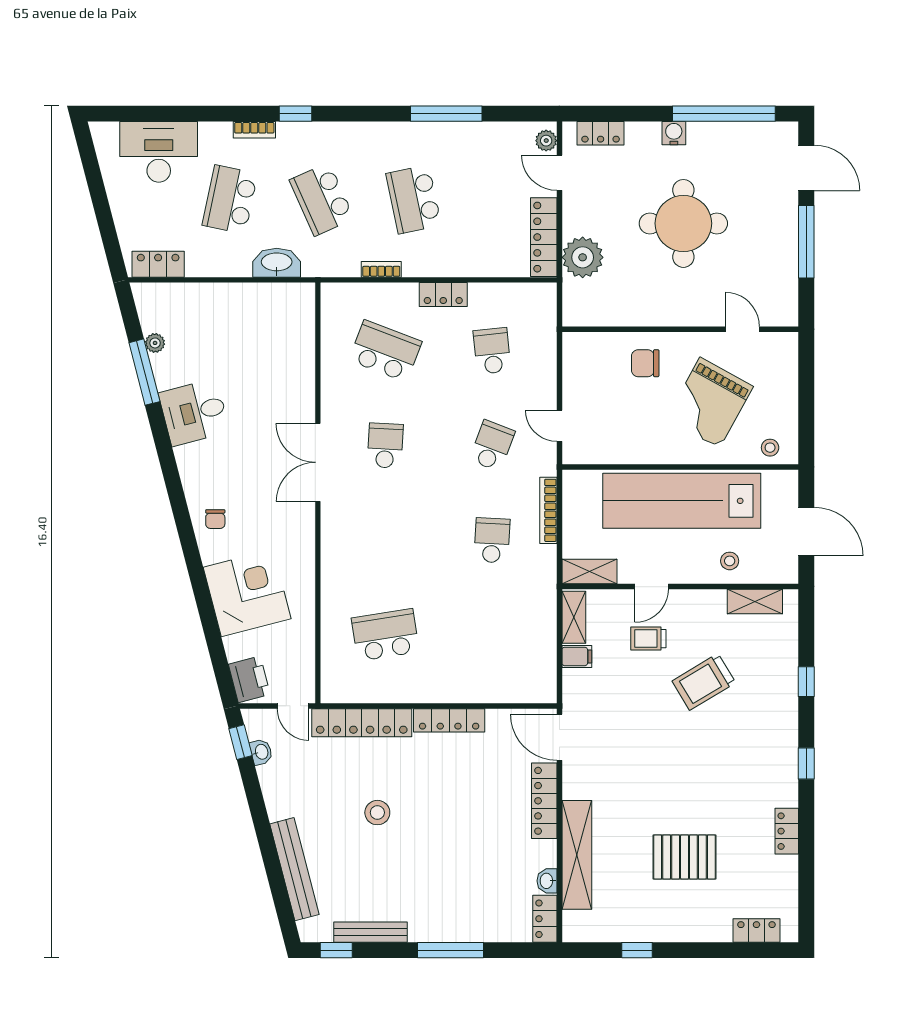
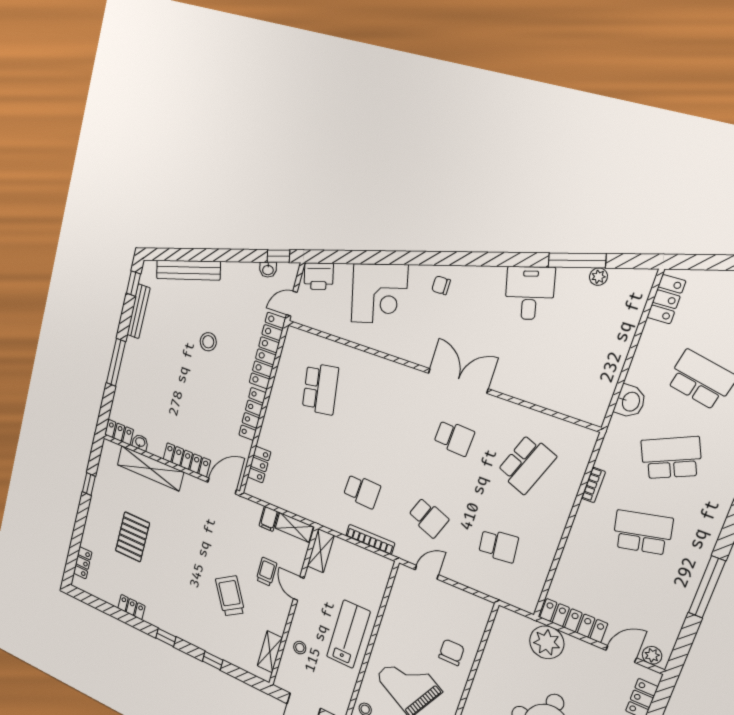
washbasin: (277, 263) -> (630, 401), width x0.72
locker: (443, 295) -> (259, 464), moved, turned 180
lab bench: (682, 501) -> (348, 634), width x0.54, depth x0.72

